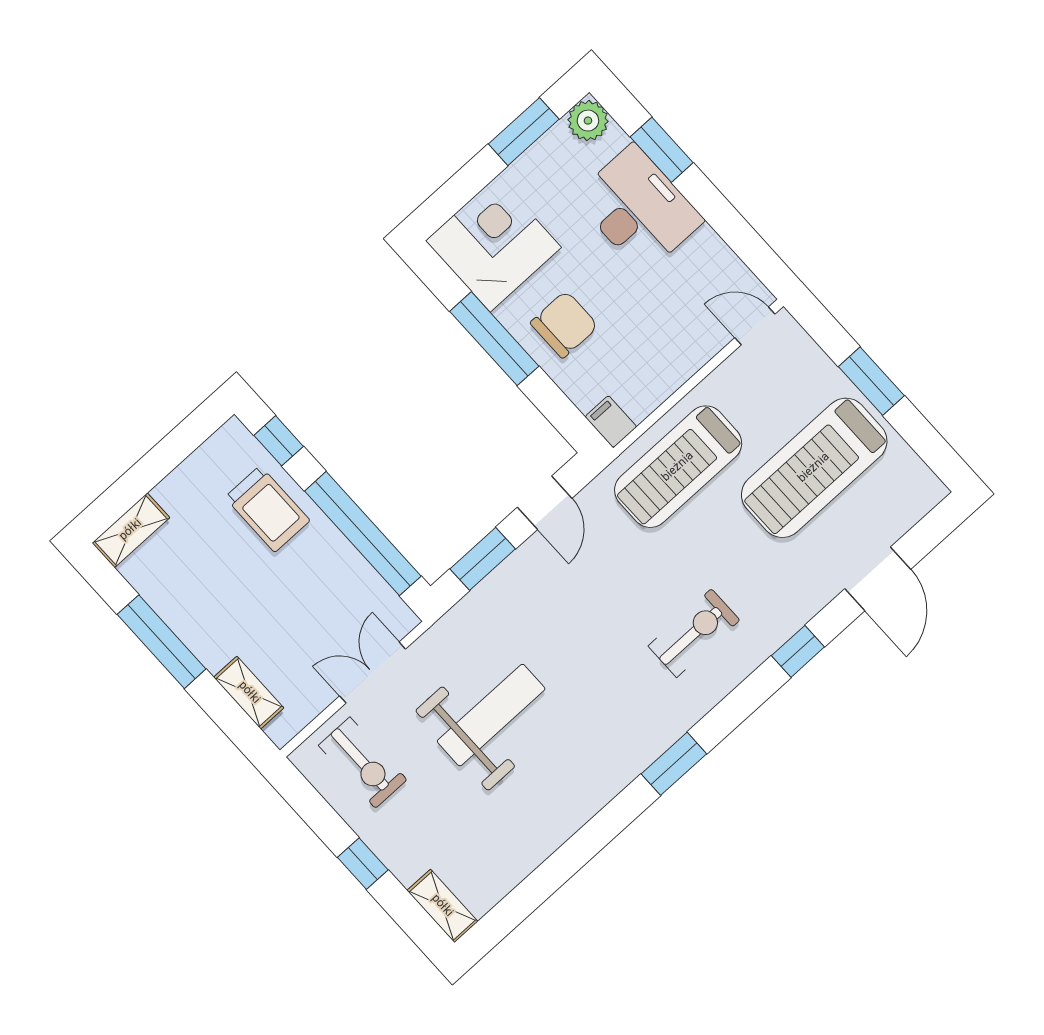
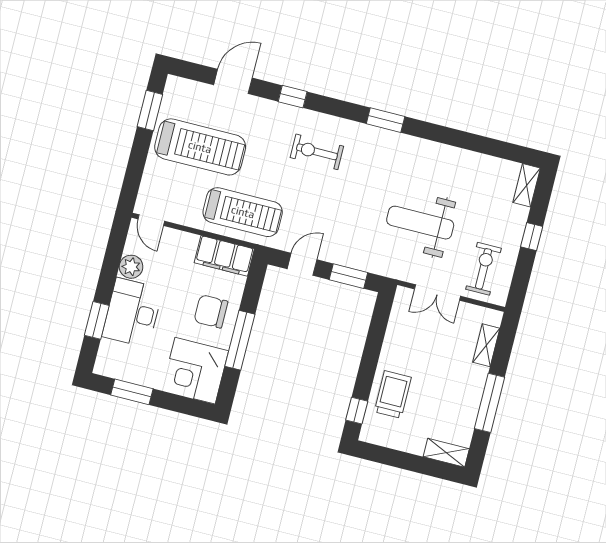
plant: (588, 121) -> (131, 267), moved
window: (871, 381) -> (150, 111), moved
filing cabinet: (611, 422) -> (224, 256), width x3.00, depth x1.17
window: (363, 534) -> (374, 341), removed

